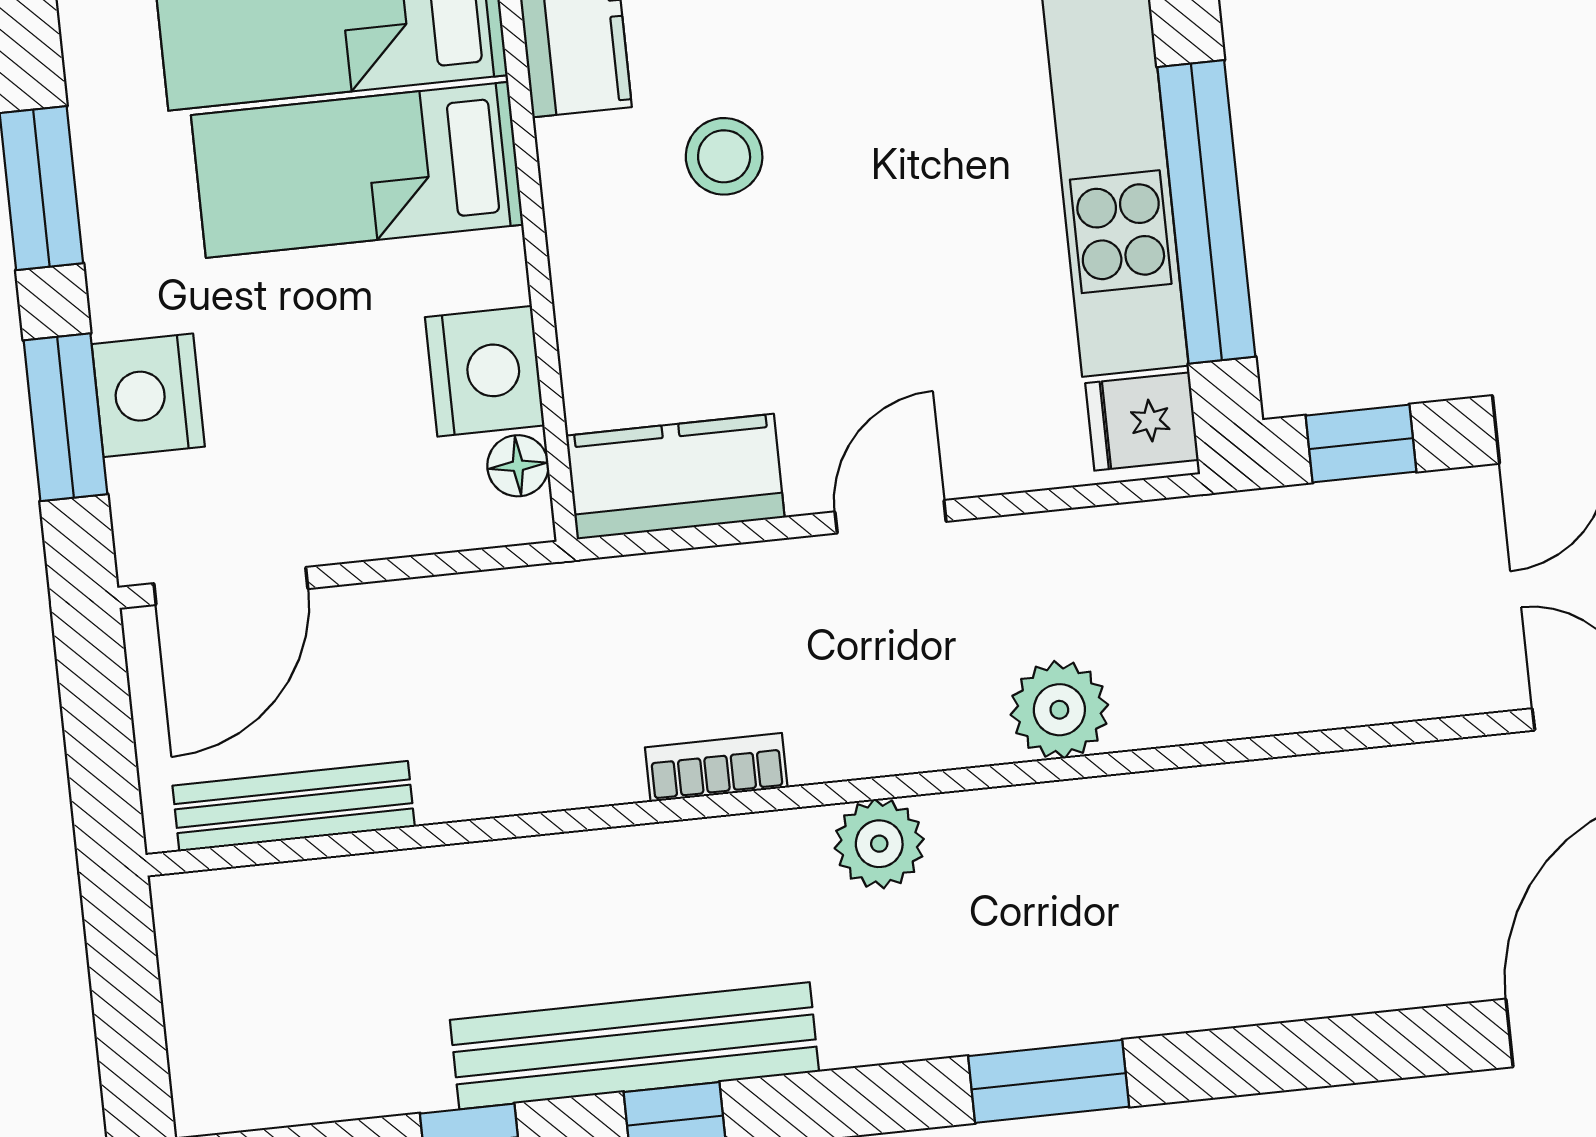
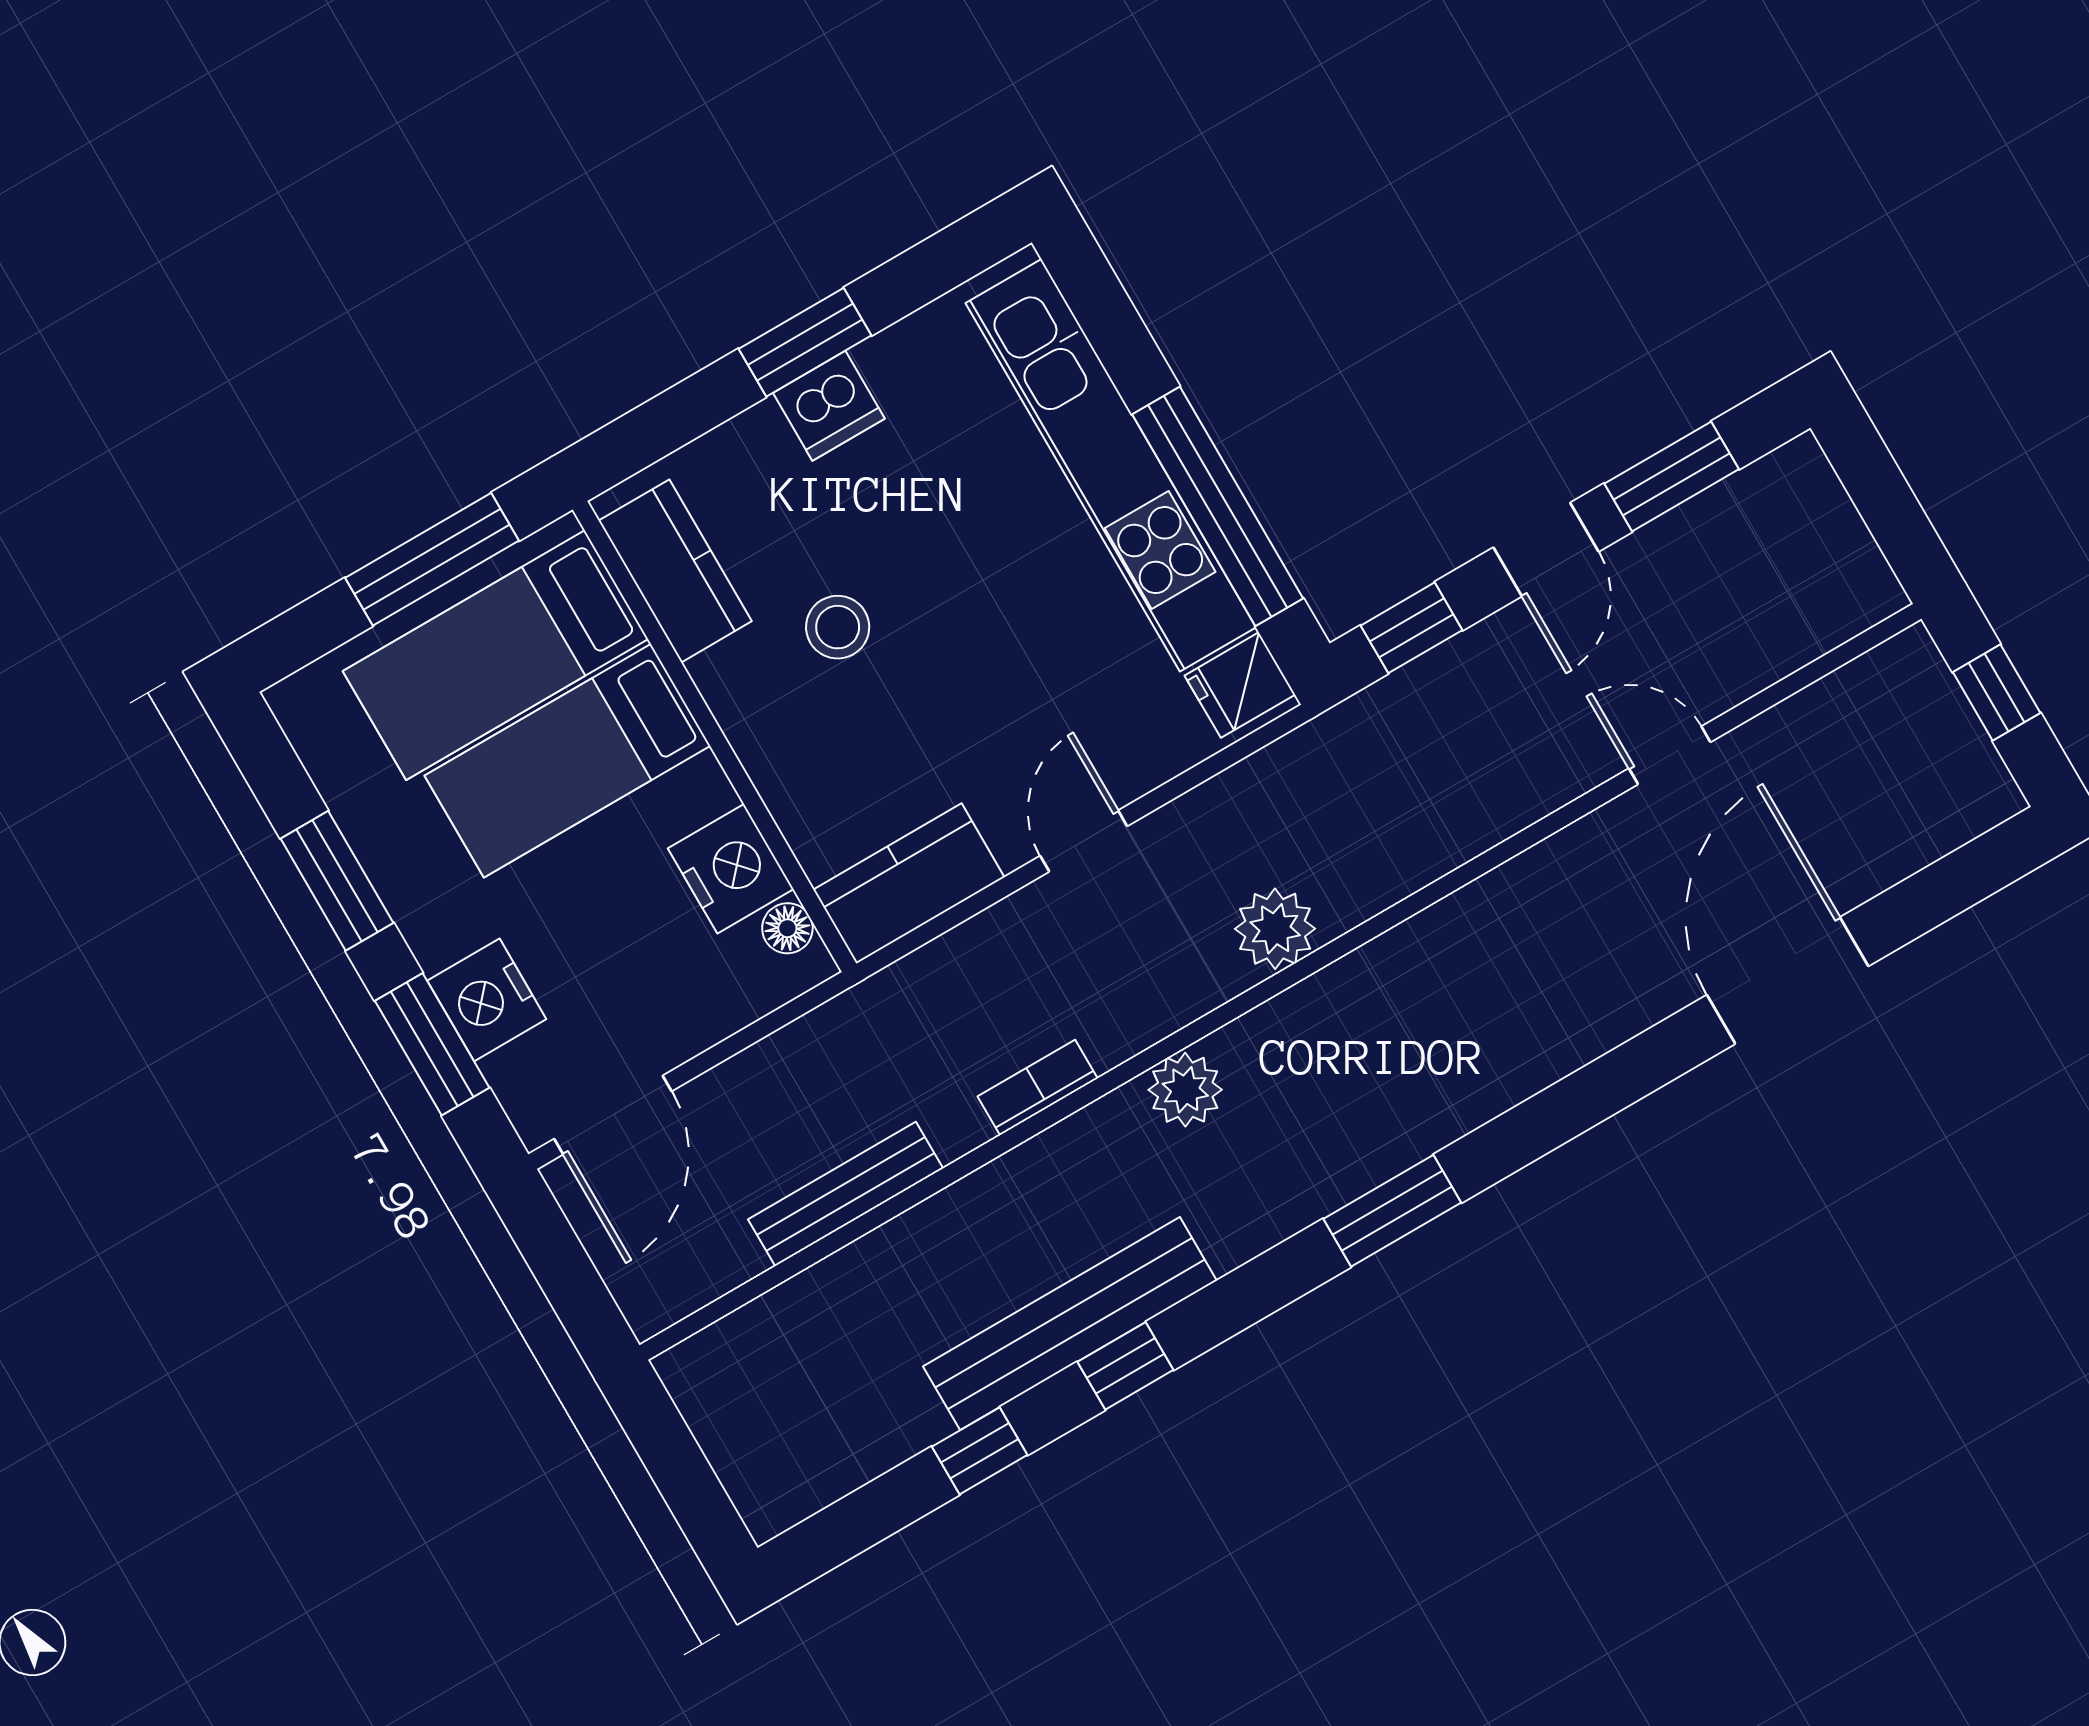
bench: (294, 806) -> (846, 1194), moved

